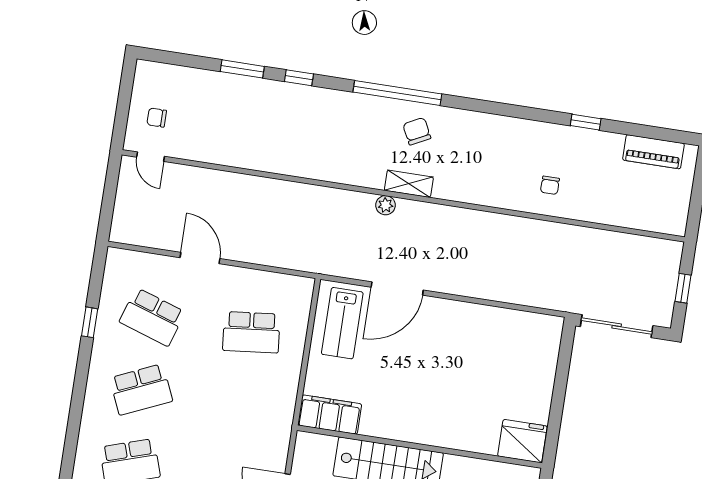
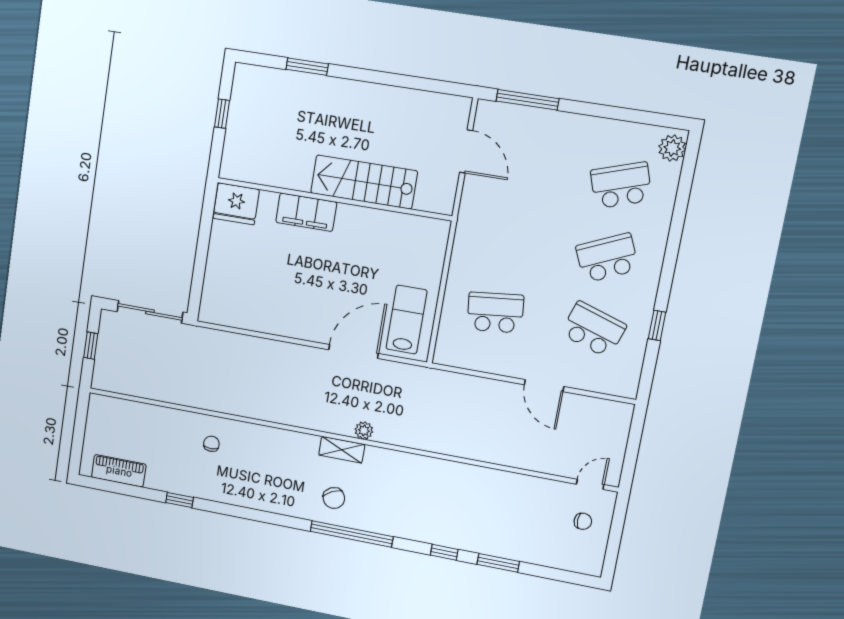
door: (150, 157) -> (590, 484), hinge flipped
filing cabinet: (330, 415) -> (306, 212), moved

